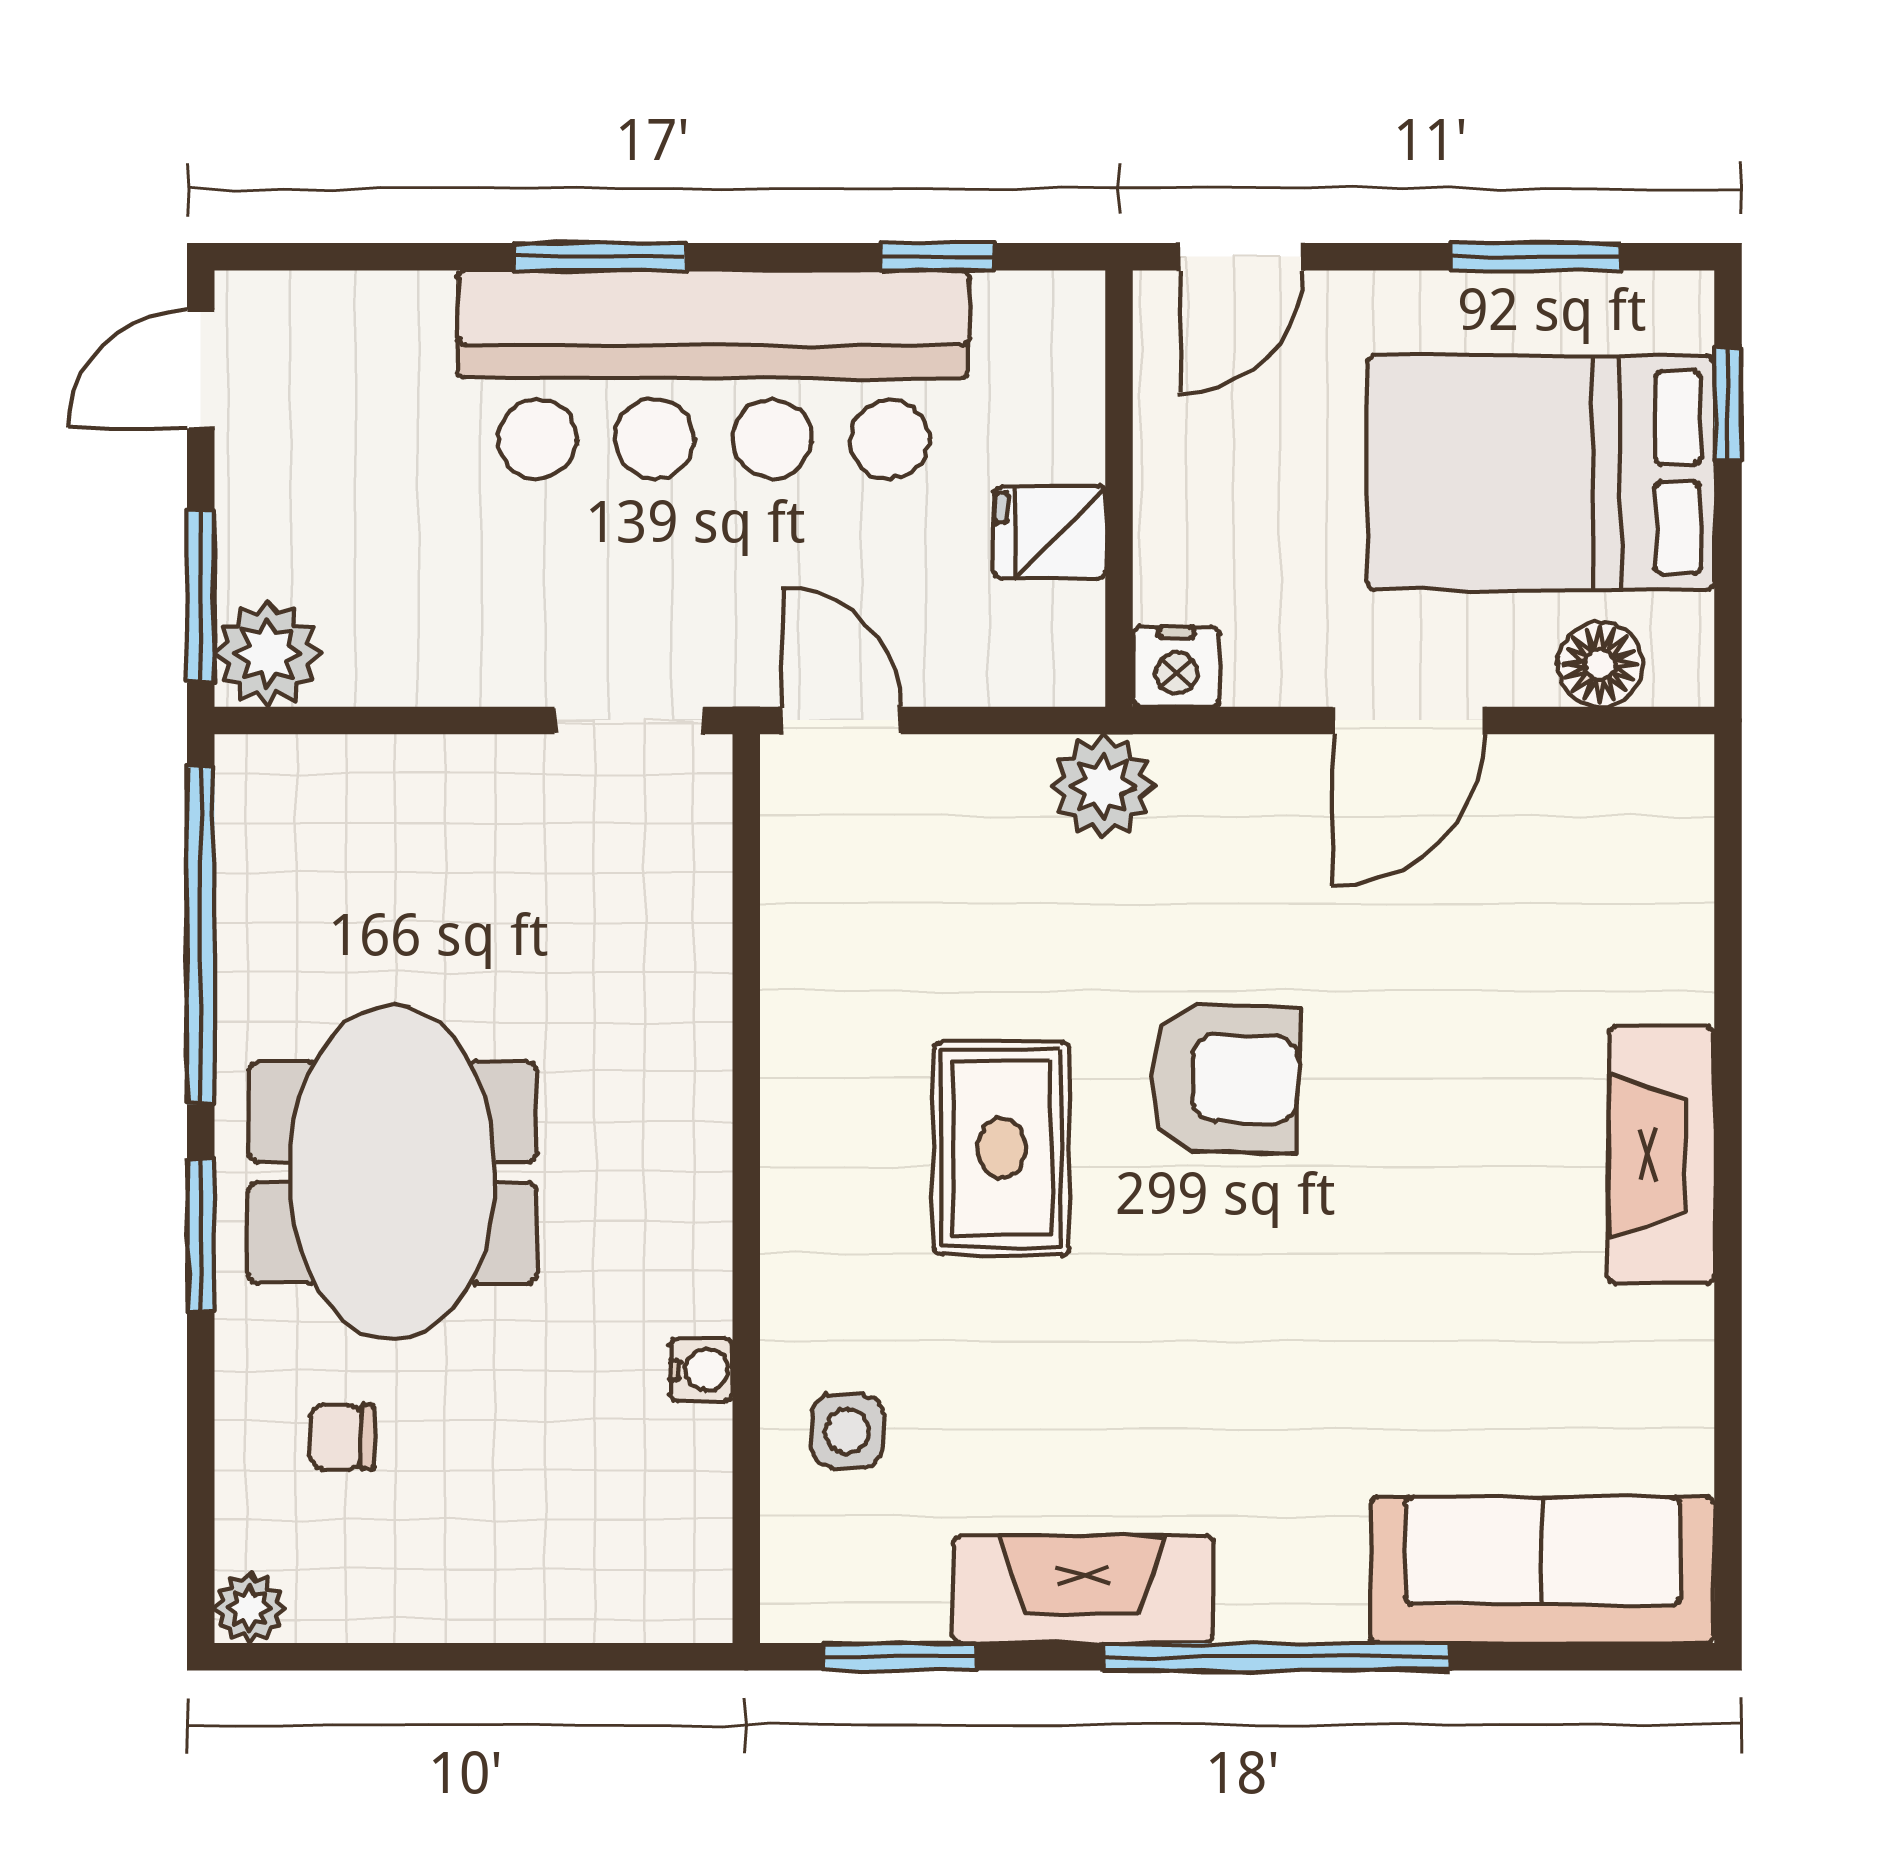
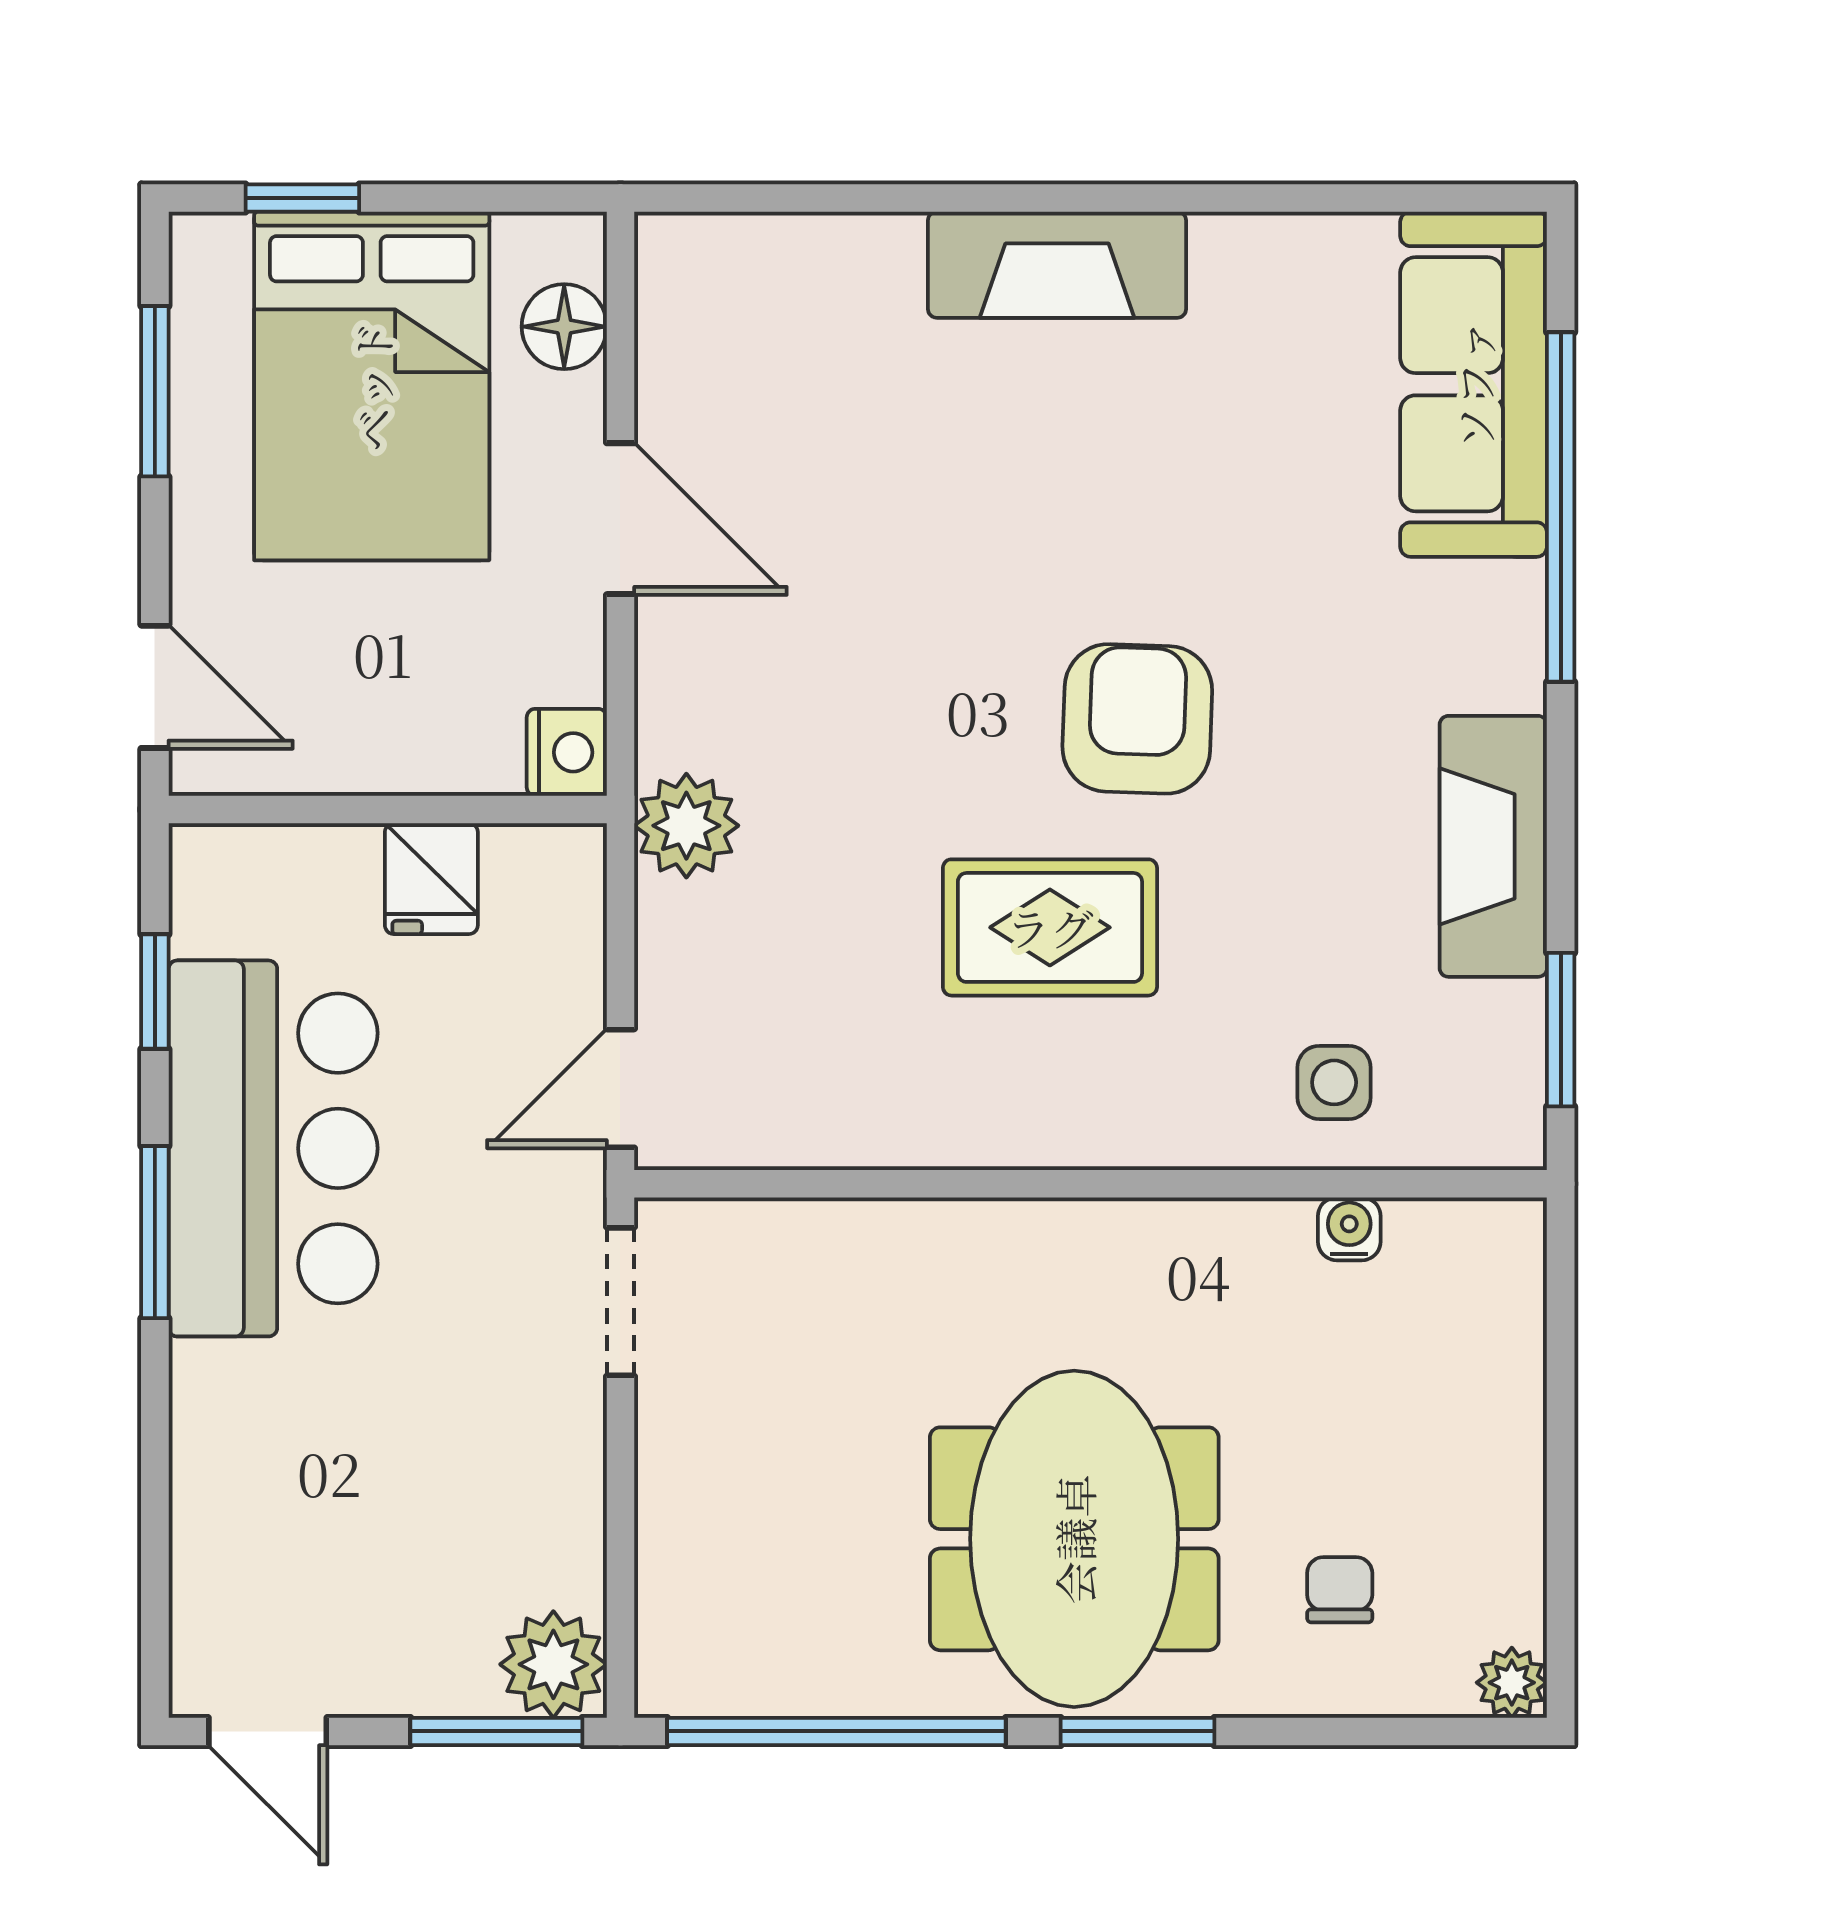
window: (600, 257) -> (155, 1232), moved
bar counter: (713, 374) -> (273, 1148), width x0.73
armchair: (1225, 1078) -> (1137, 719), moved
meeting table: (393, 1172) -> (1074, 1539), turned 90
water cooler: (701, 1370) -> (1349, 1229), moved
chair: (342, 1437) -> (1340, 1590), turned 180
window: (1276, 1657) -> (1561, 507), moved

